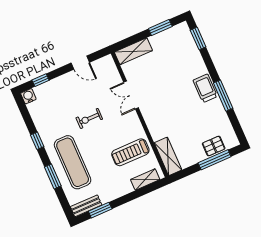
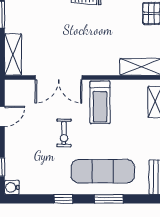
double door: (131, 95) -> (59, 77), width x1.37
treadmill: (130, 152) -> (100, 102), moved

